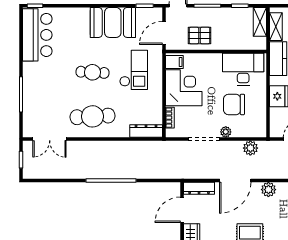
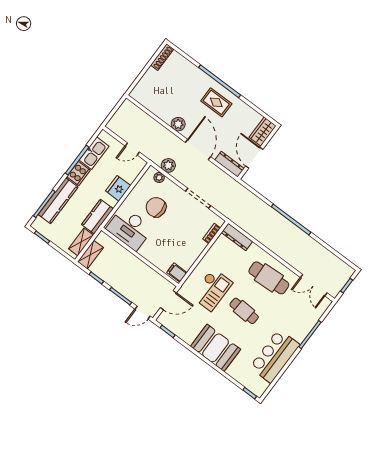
booth: (113, 22) -> (216, 348), moved
bar counter: (37, 35) -> (275, 356), moved
pallet: (200, 36) -> (143, 278), removed
checkout: (134, 70) -> (212, 290), turned 180
corner desk: (184, 88) -> (184, 248), removed
chair: (234, 104) -> (156, 207), turned 180
plant: (226, 132) -> (159, 177), moved
double door: (50, 139) -> (314, 285), swing flipped
door: (235, 181) -> (198, 150), hinge flipped
door: (182, 210) -> (254, 158), swing flipped

